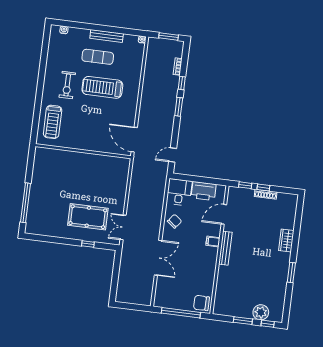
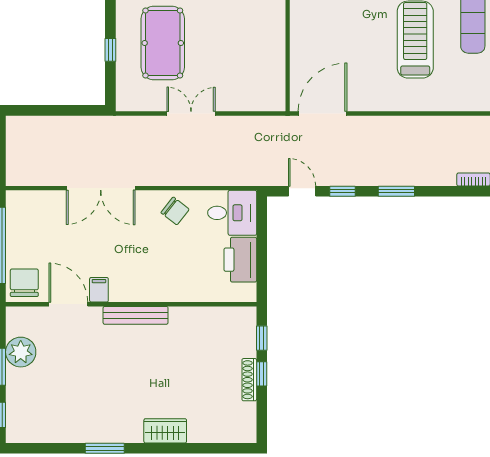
window: (182, 83) -> (342, 191), moved
door: (224, 214) -> (68, 304), moved
double door: (123, 227) -> (191, 114), moved
filing cabinet: (213, 242) -> (99, 290), moved
plant: (261, 312) -> (21, 352), moved

